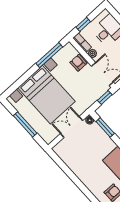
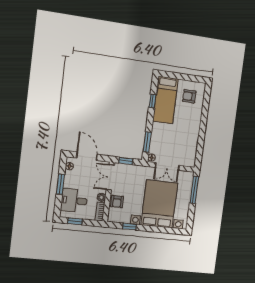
window: (83, 24) -> (75, 221), moved
window: (49, 55) -> (129, 227), width x0.46
window: (25, 124) -> (194, 190), moved

